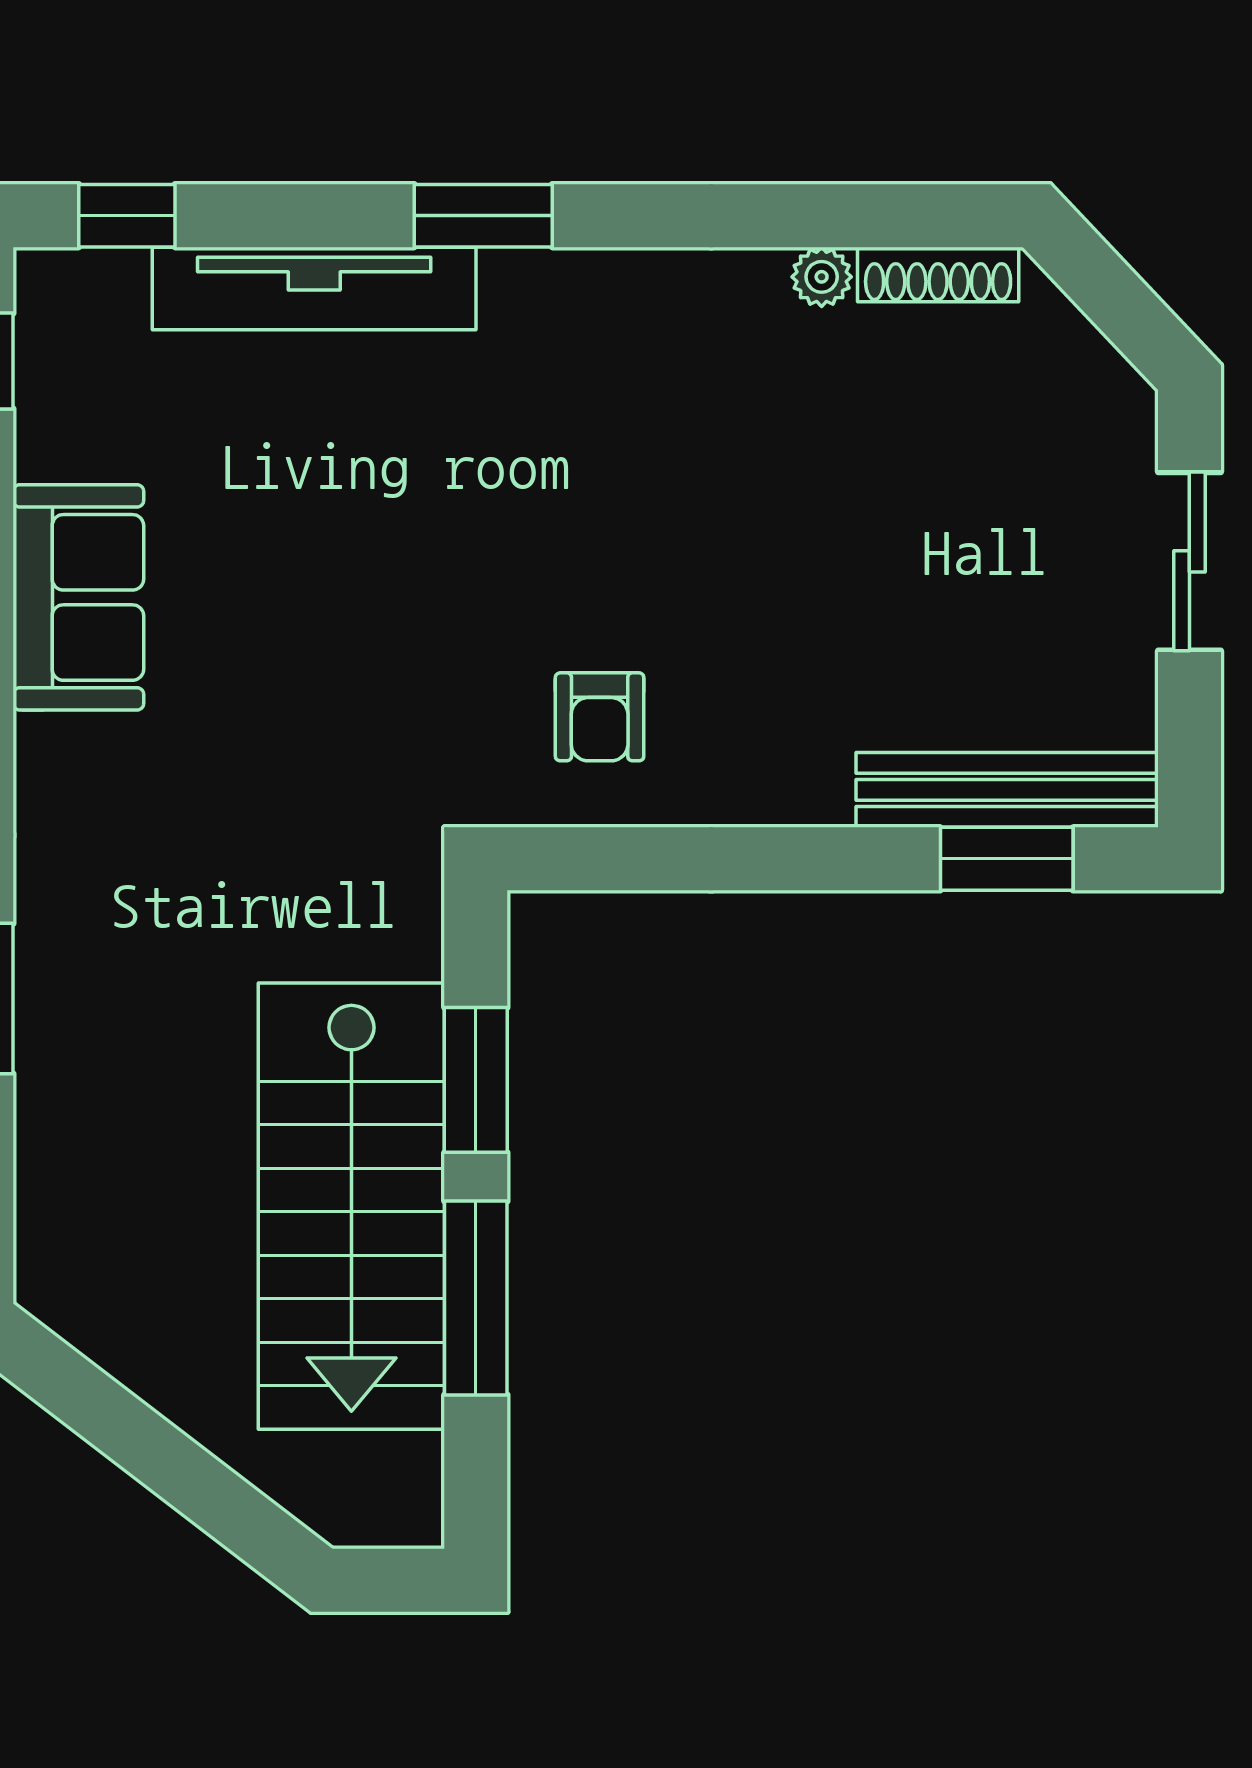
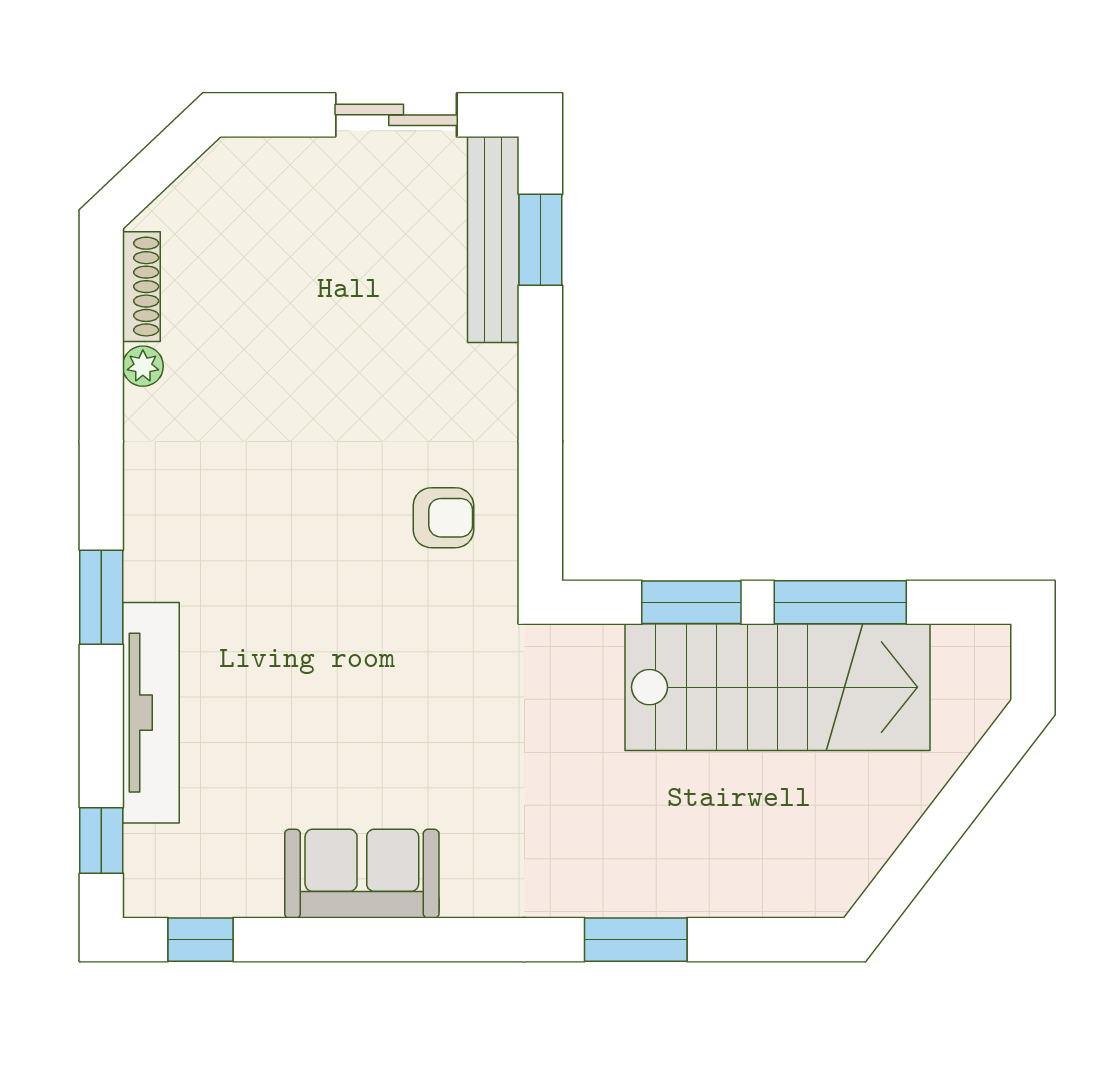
sliding door: (1189, 561) -> (396, 115), moved

